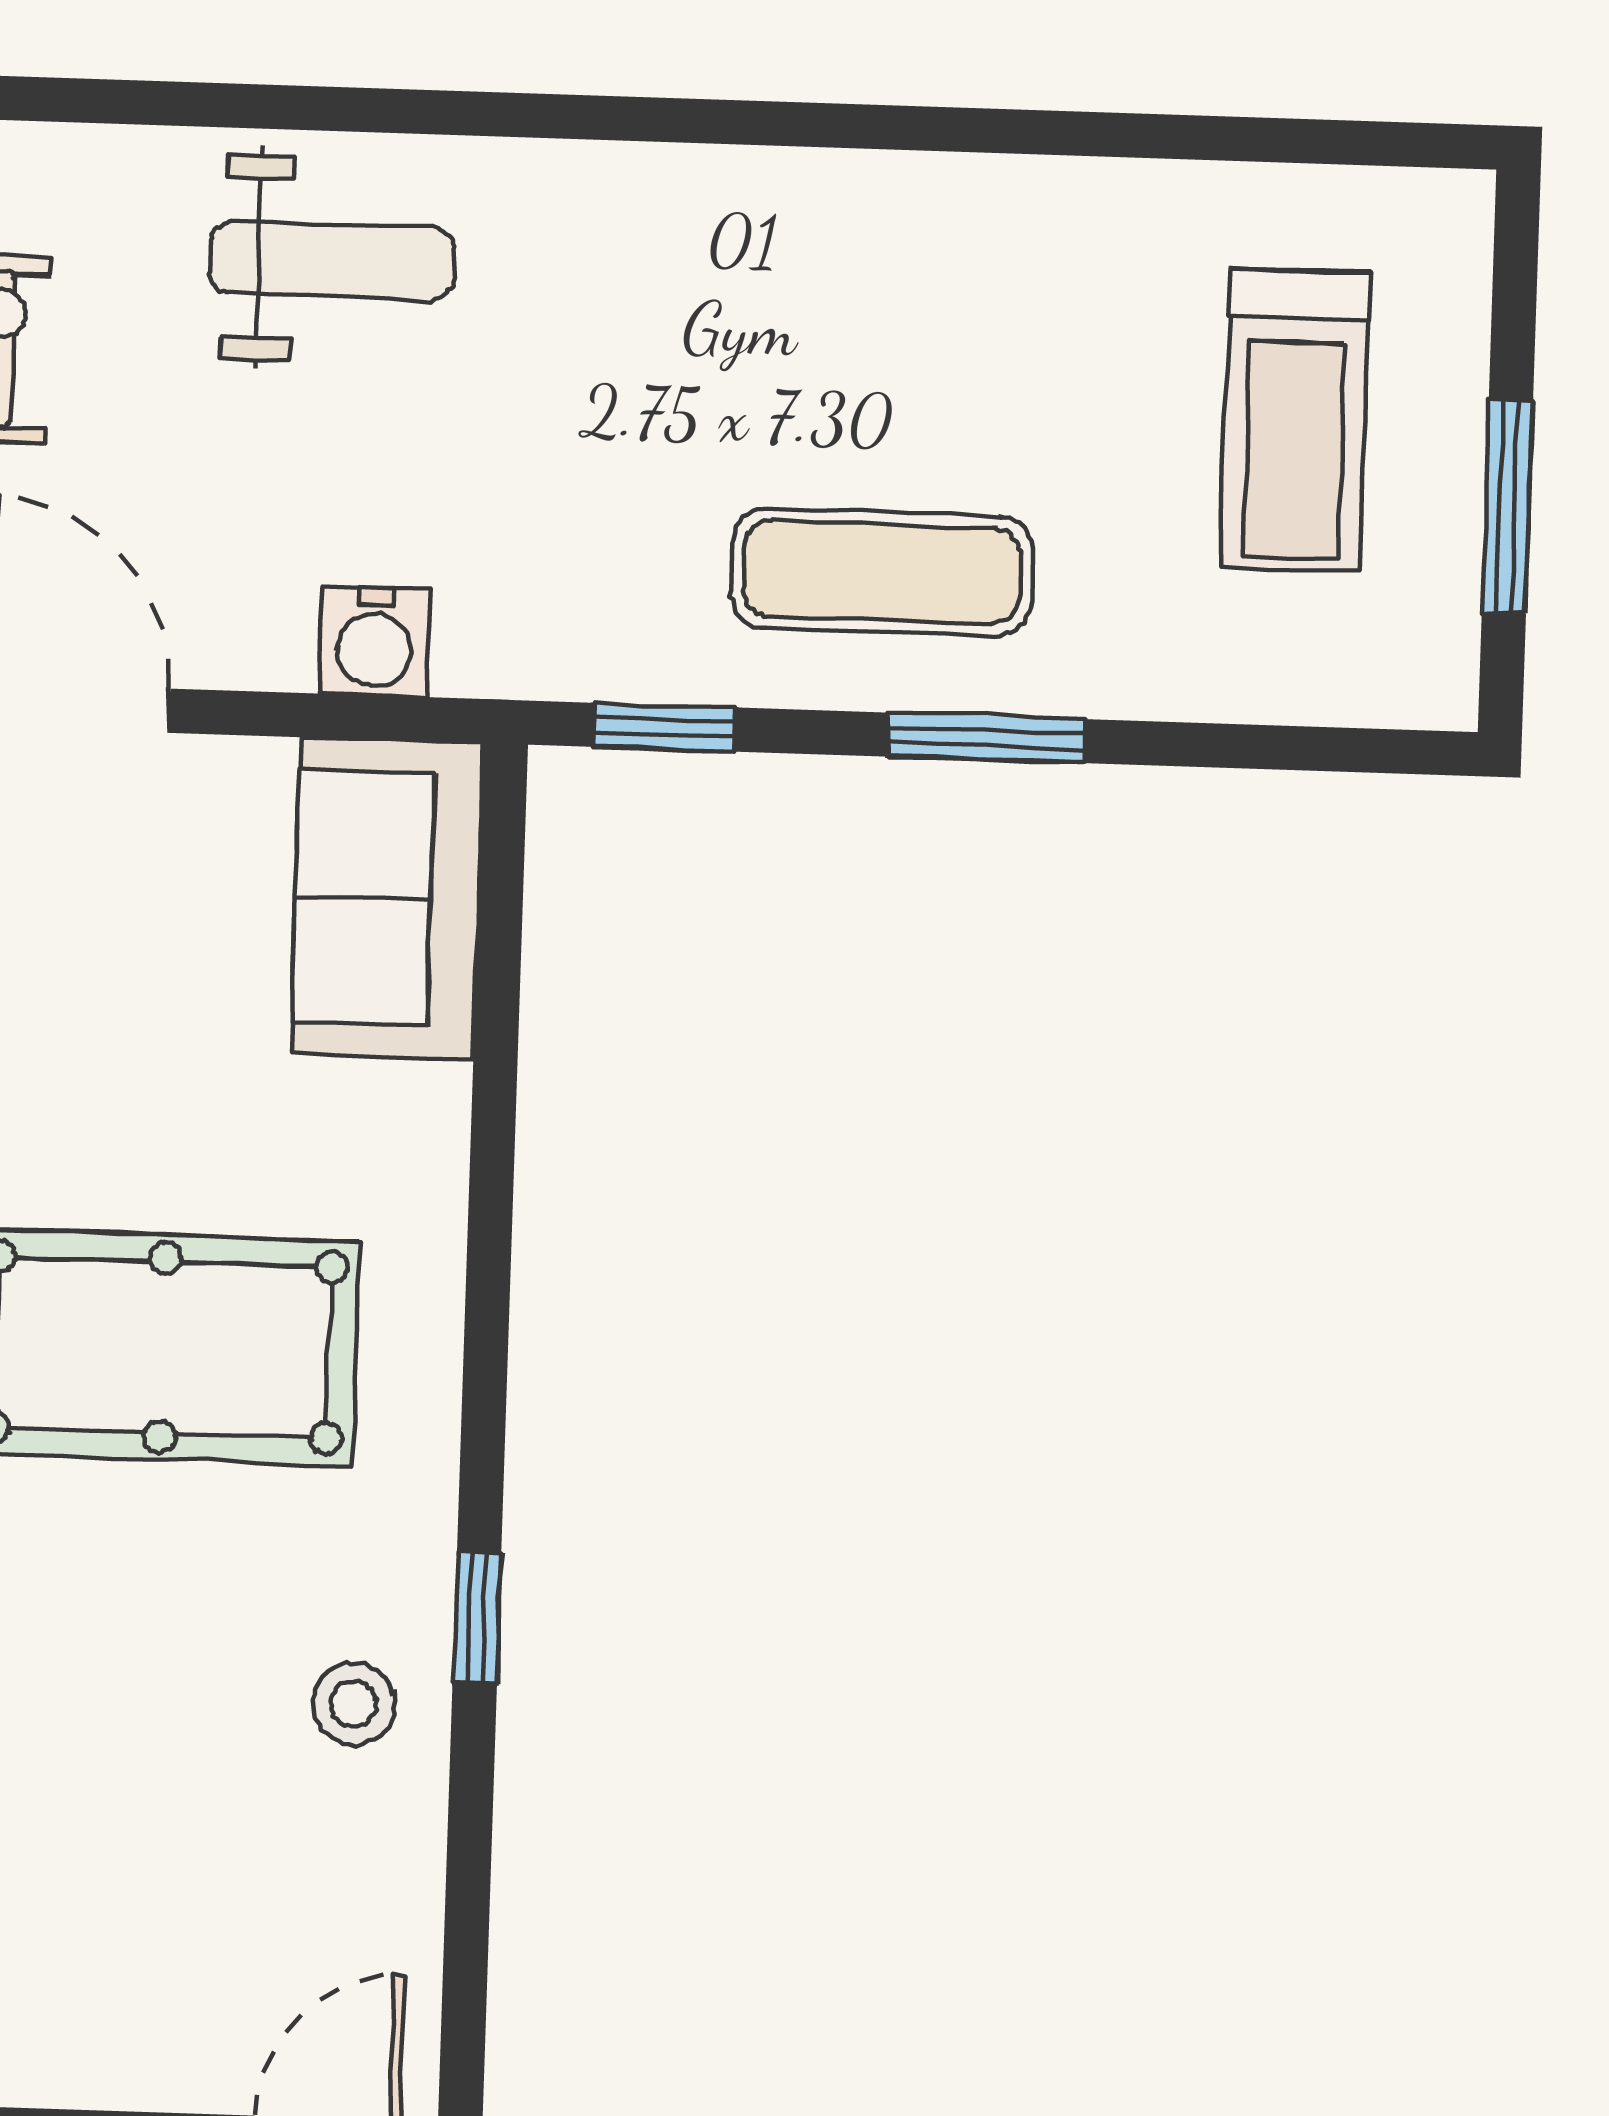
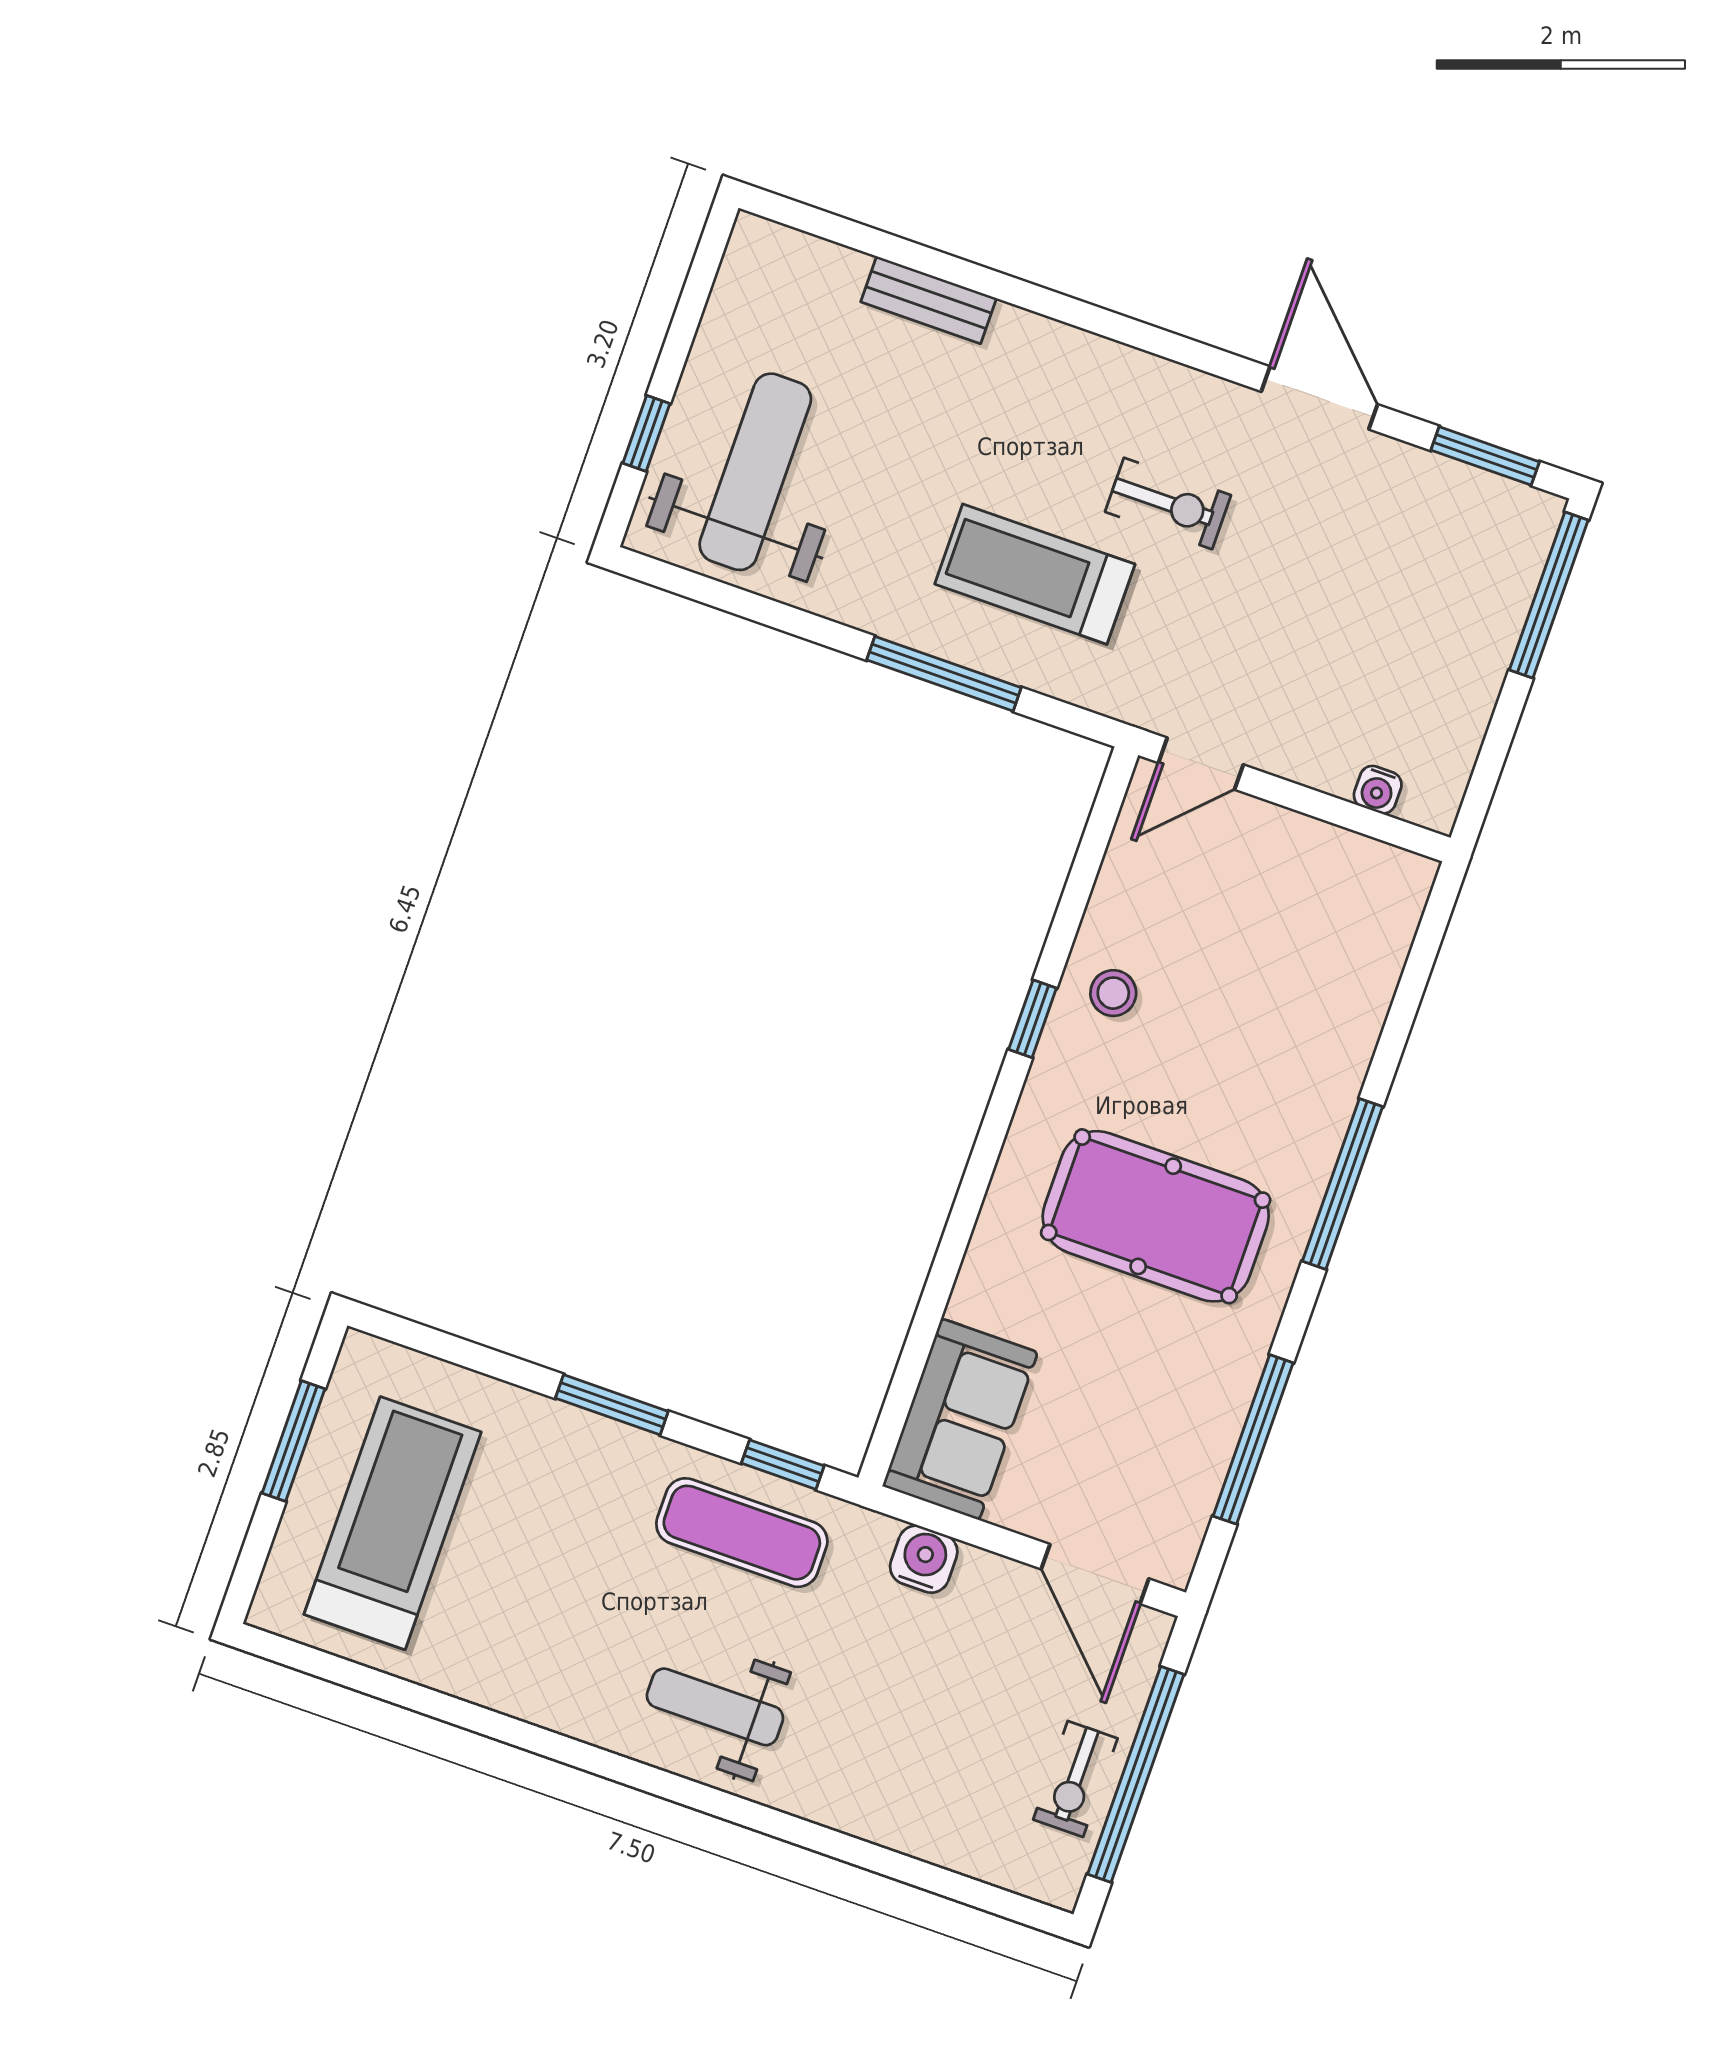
weight bench: (332, 260) -> (715, 1707), moved
treadmill: (1295, 420) -> (393, 1523), width x1.37, depth x1.38
exercise mat: (882, 572) -> (742, 1533), moved

